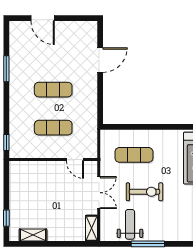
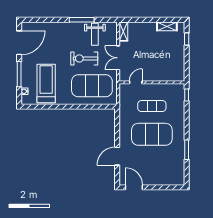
door: (43, 18) -> (134, 187), moved
exercise mat: (53, 90) -> (152, 134), width x2.00, depth x1.45
exercise mat: (134, 155) -> (92, 86), width x2.00, depth x1.45
door: (75, 160) -> (136, 82), hinge flipped

